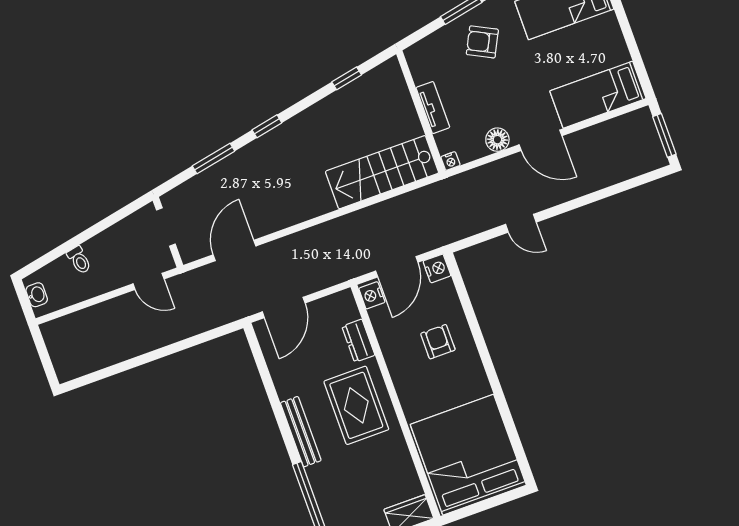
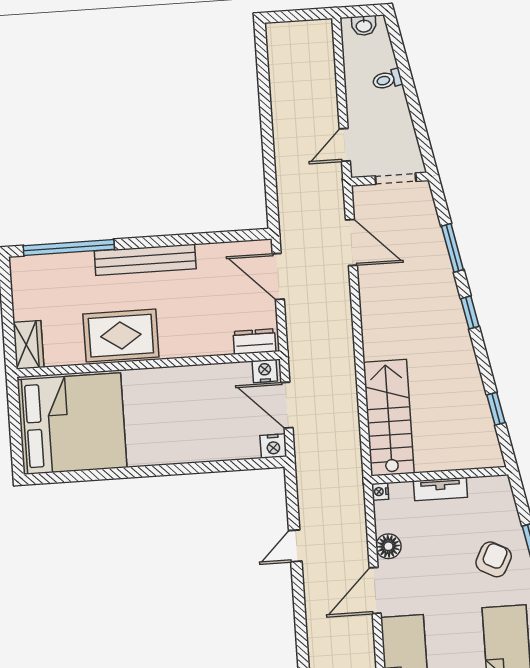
dresser: (358, 341) -> (254, 342), moved
armchair: (438, 342) -> (198, 426), removed
rug: (356, 405) -> (121, 336), moved
bench: (301, 432) -> (145, 260), width x1.37, depth x1.21

